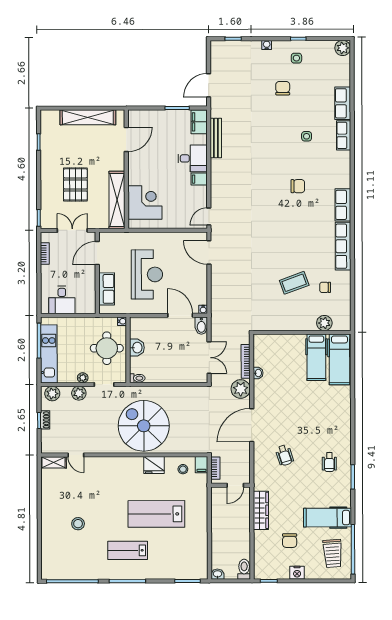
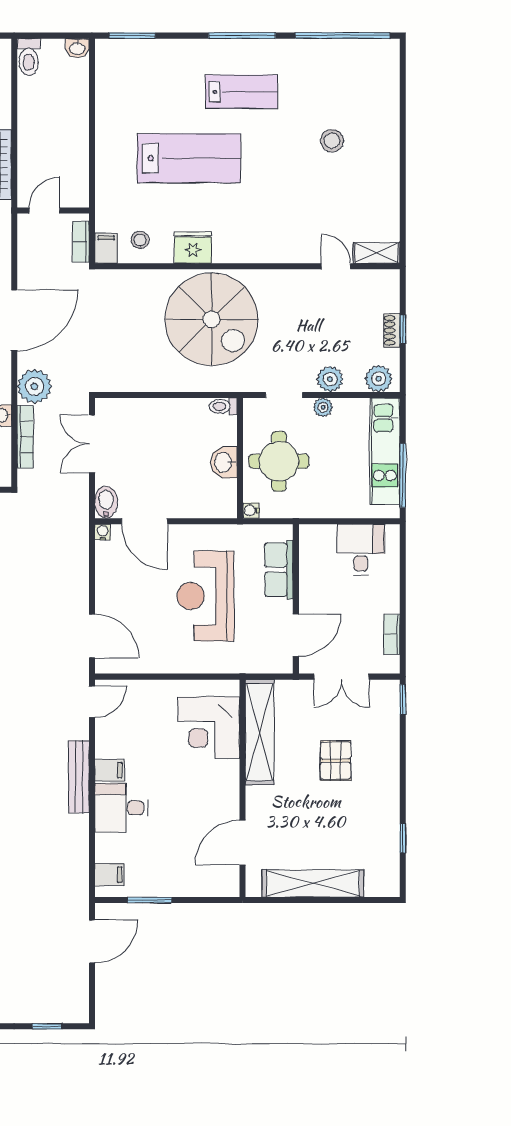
filing cabinet: (199, 122) -> (109, 875), width x0.50
bench: (216, 138) -> (79, 777), moved
pallet: (75, 184) -> (336, 761), width x0.67, depth x0.71

